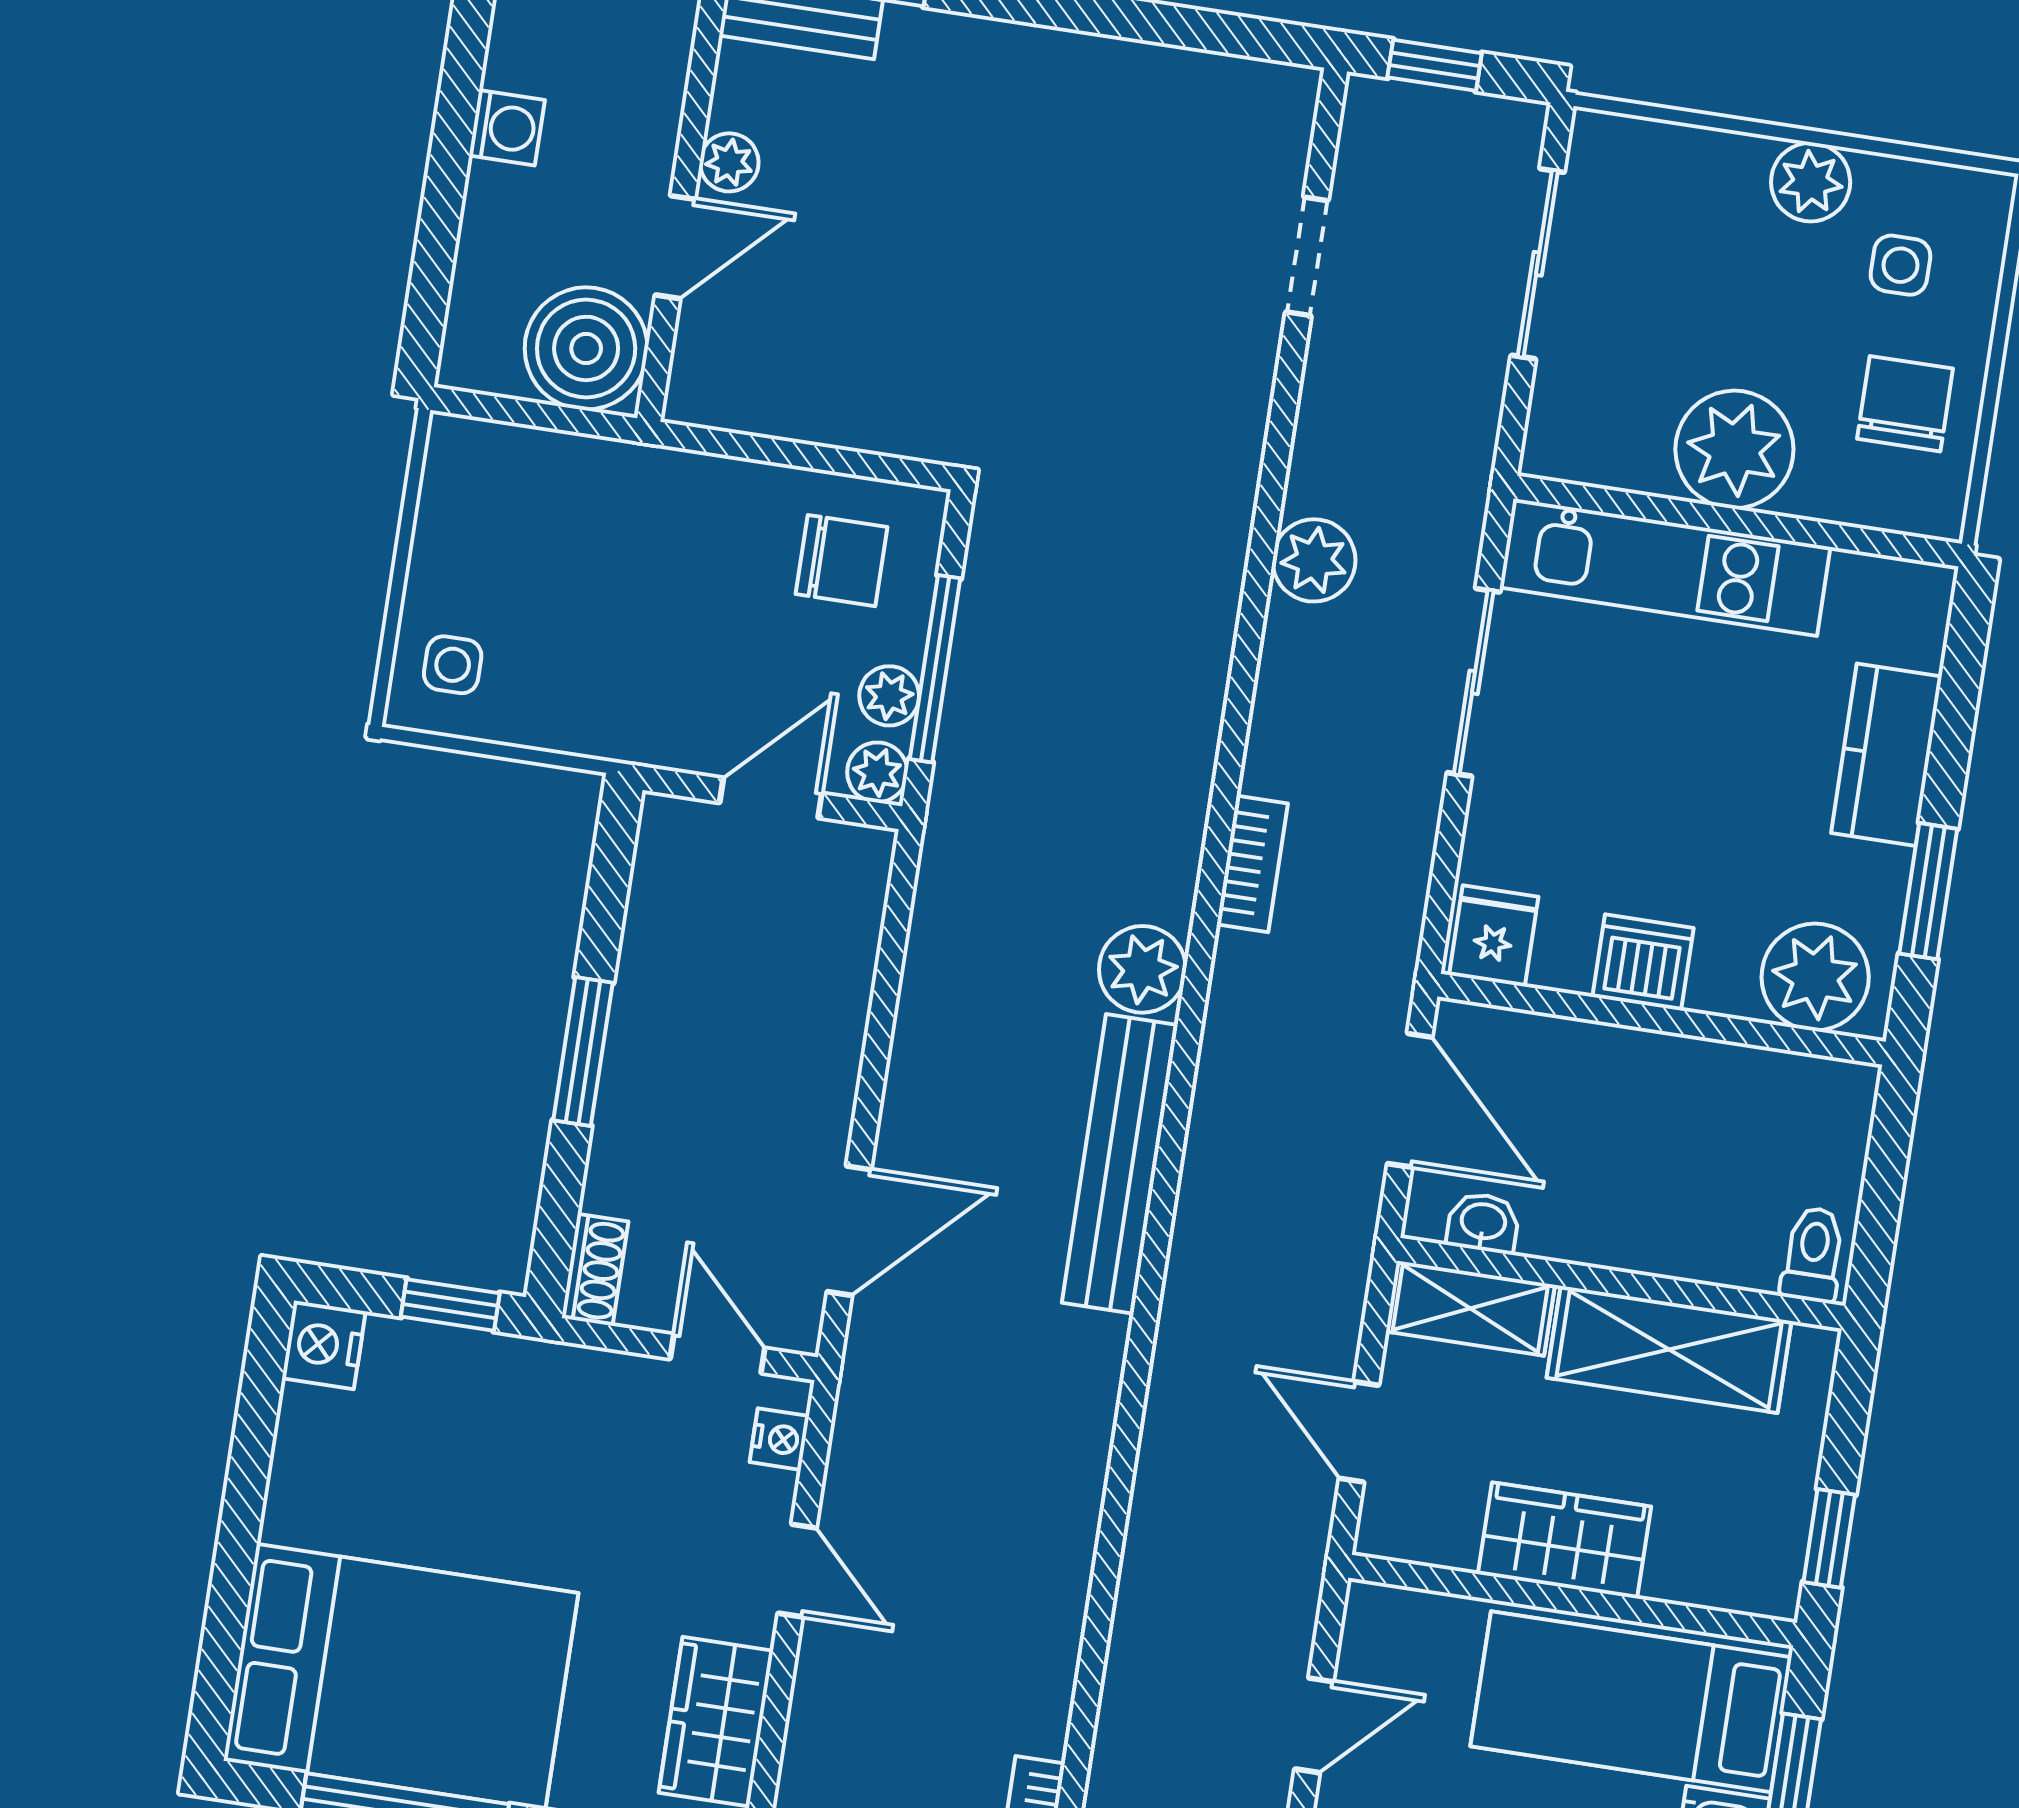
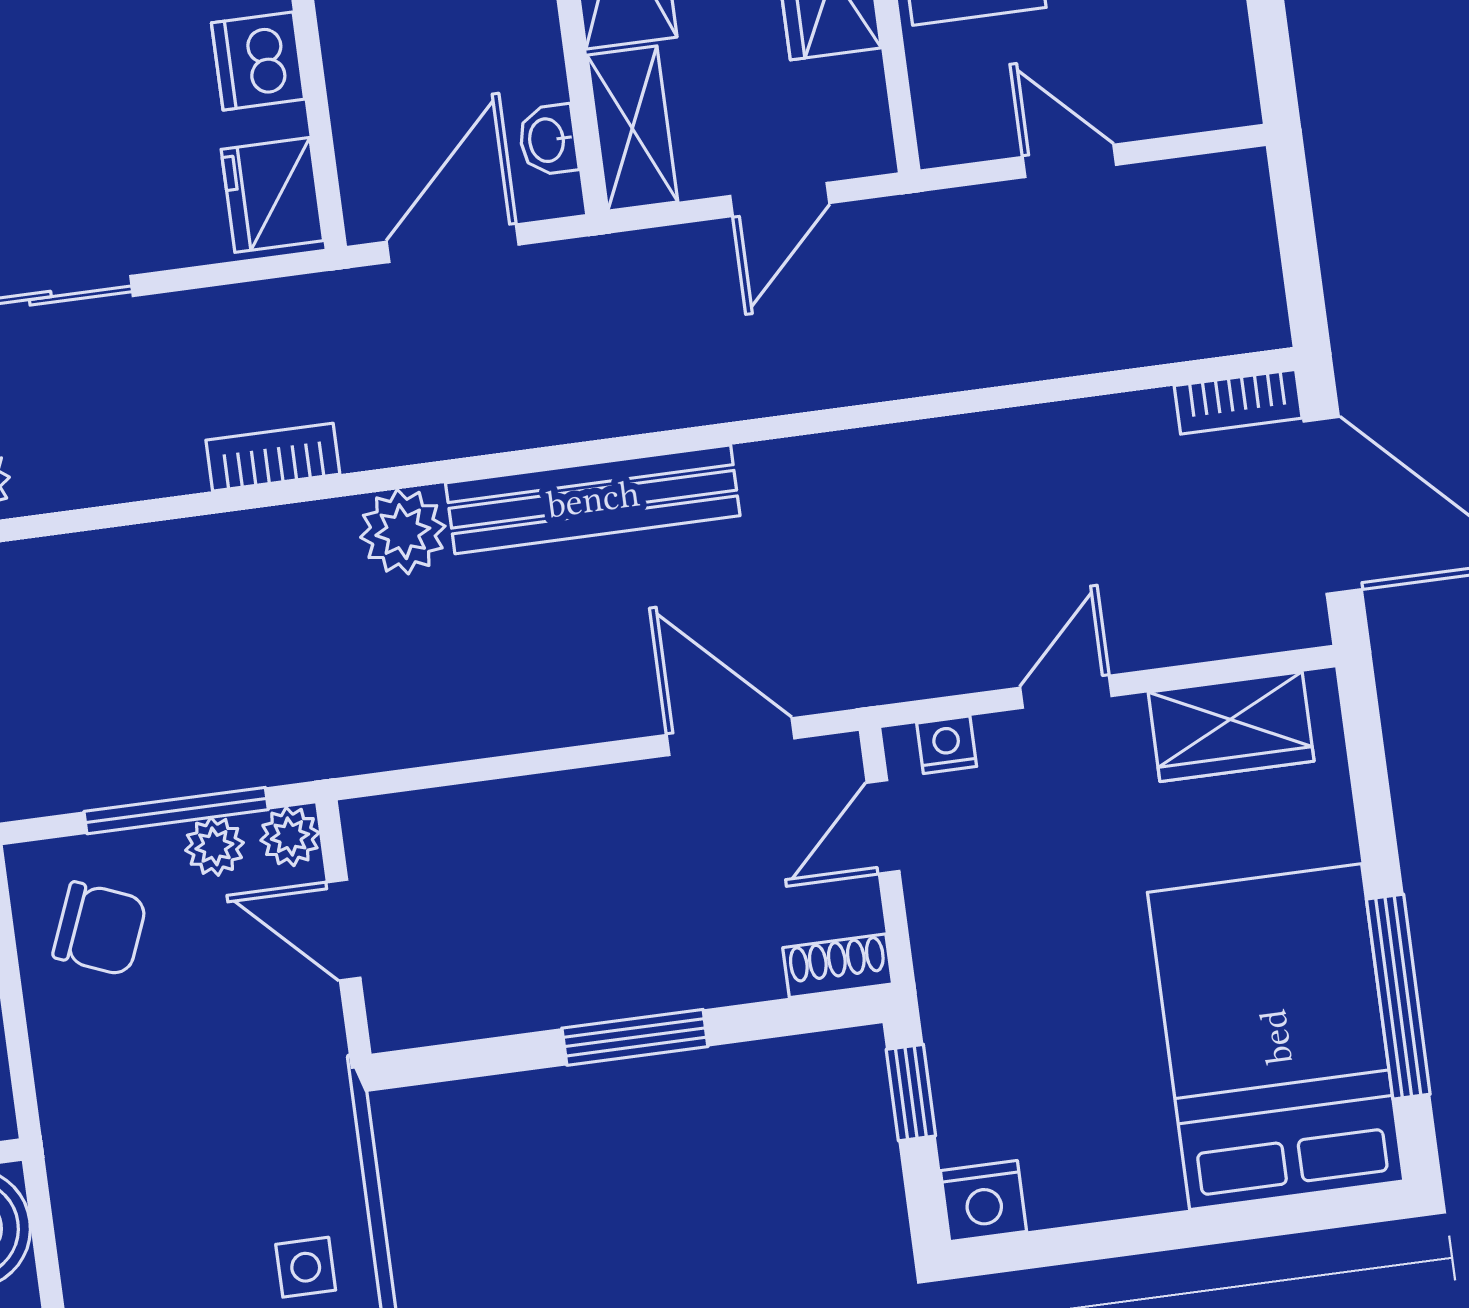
chair: (842, 561) -> (100, 929), turned 112
fridge: (1494, 936) -> (272, 195), width x1.38

